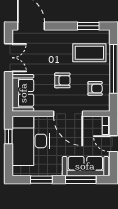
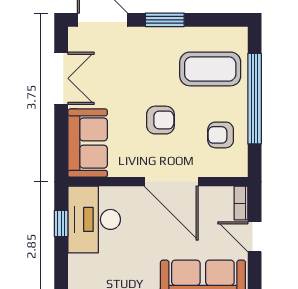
window: (88, 26) -> (165, 20), moved
armchair: (95, 88) -> (221, 135), turned 180
desk: (31, 141) -> (94, 219), width x0.73, depth x0.77

